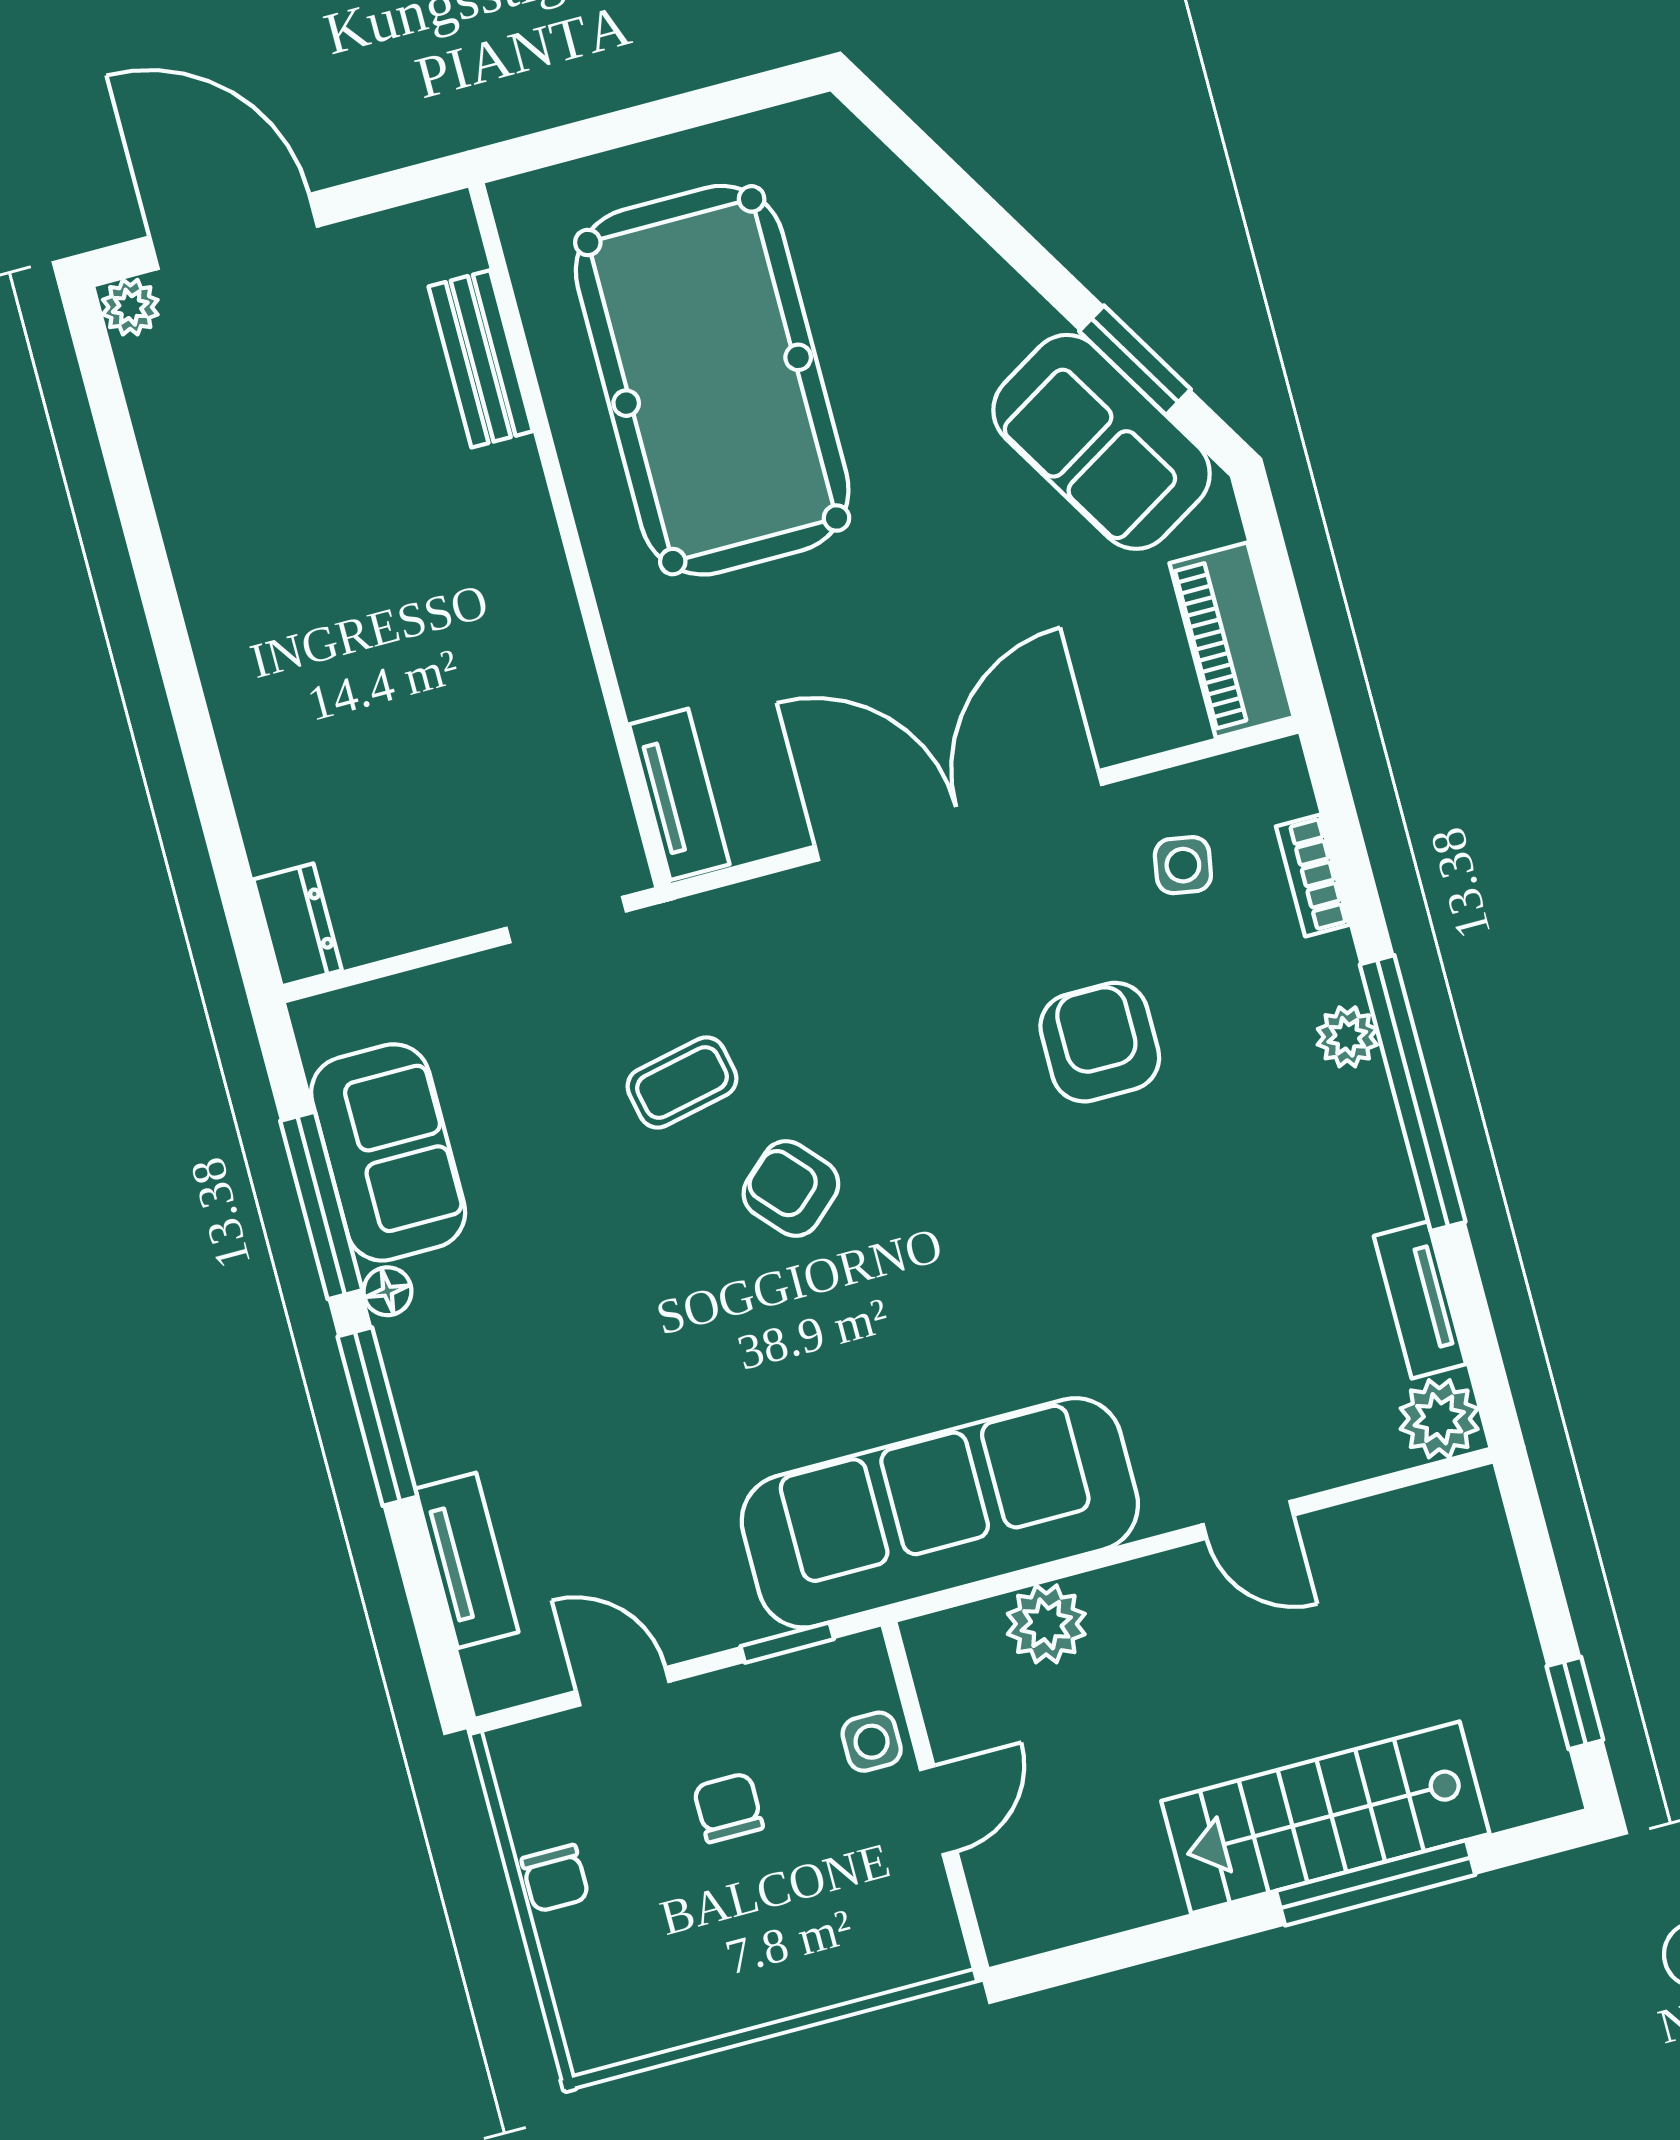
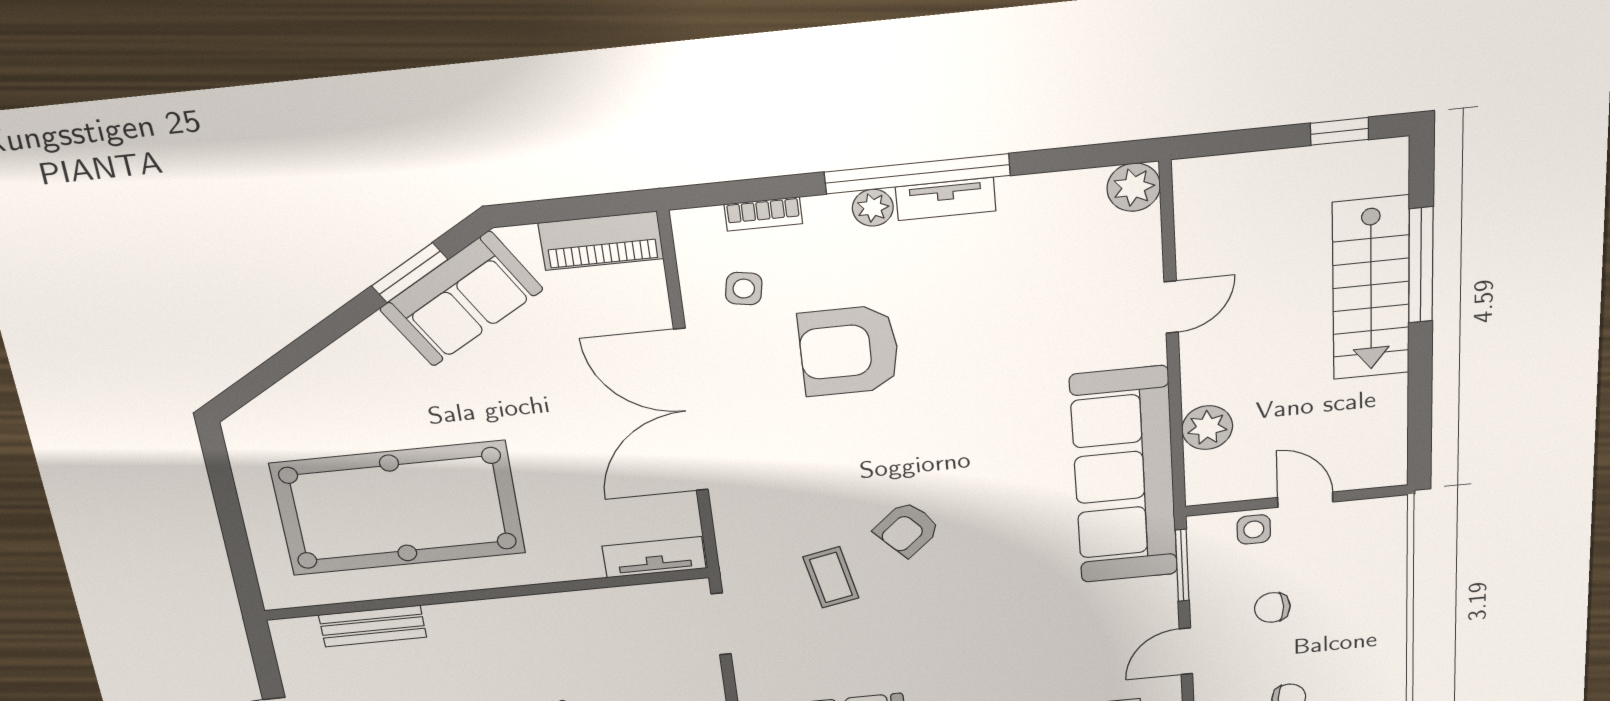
armchair: (1100, 1042) -> (849, 351), width x1.36, depth x1.36
tv unit: (1420, 1300) -> (946, 199), moved
window: (787, 1643) -> (1182, 565), width x1.50

